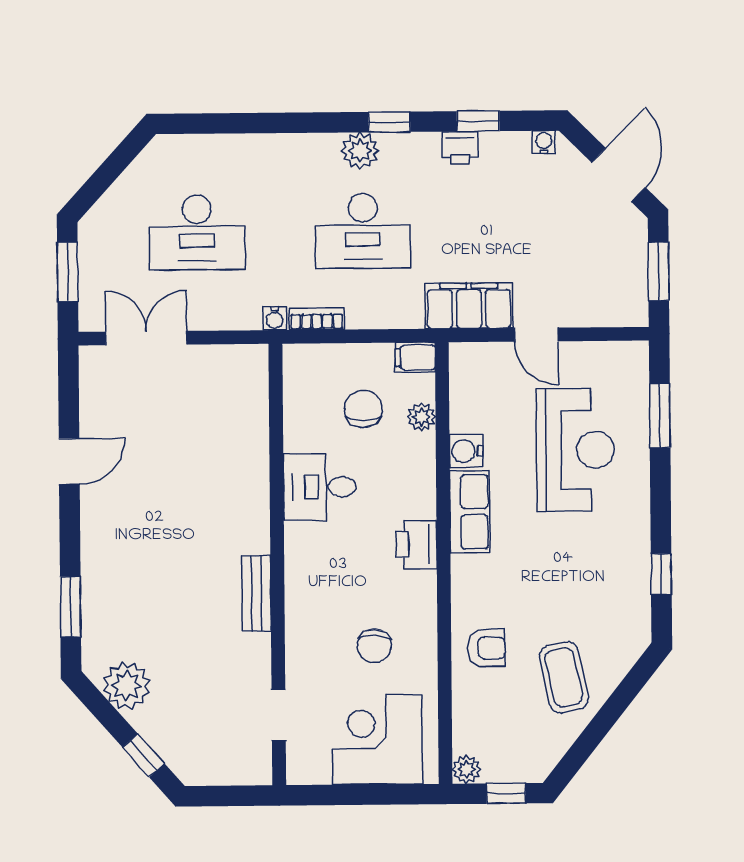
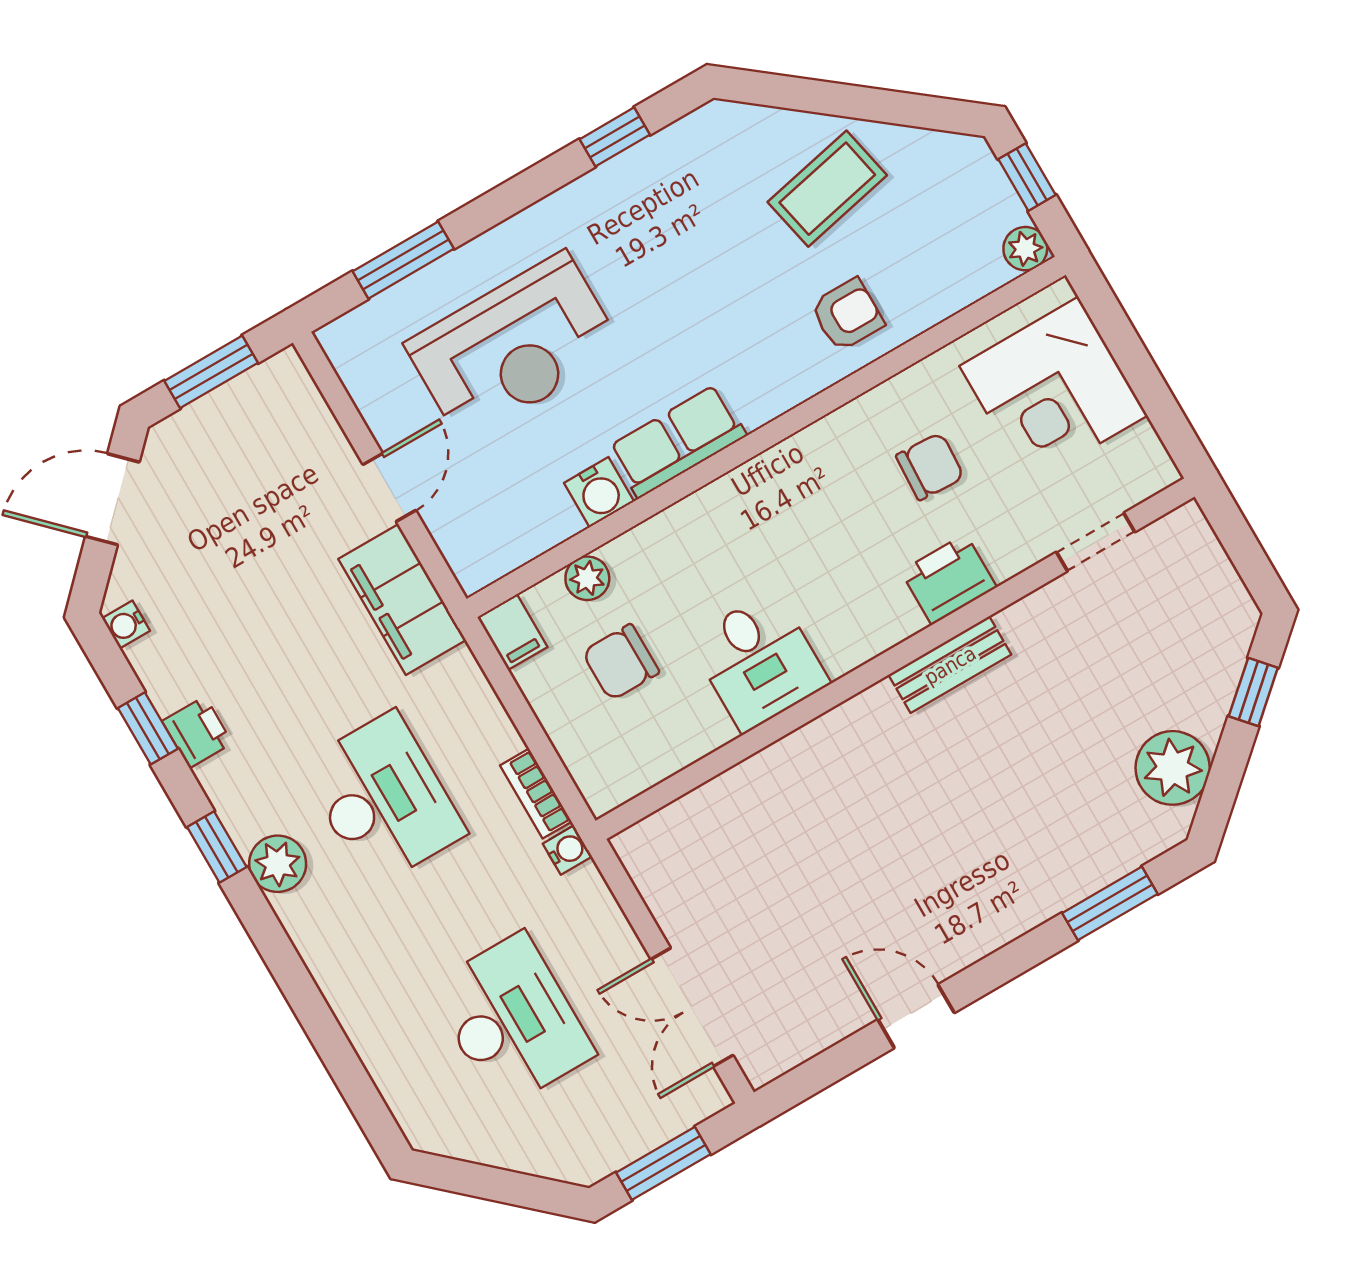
reception desk: (575, 450) -> (514, 347), turned 180
printer: (416, 544) -> (949, 579), moved, turned 180
armchair: (486, 648) -> (847, 315), turned 90

